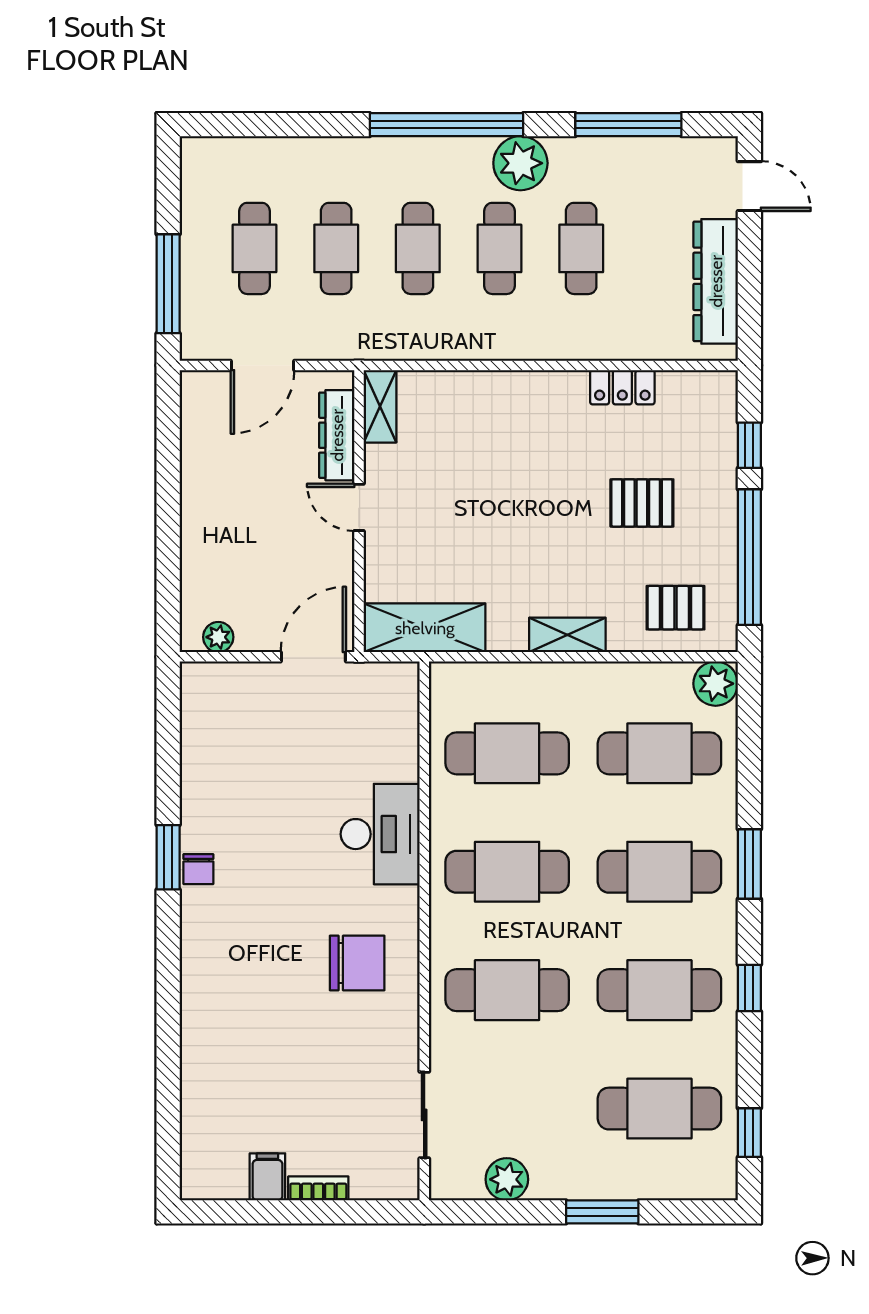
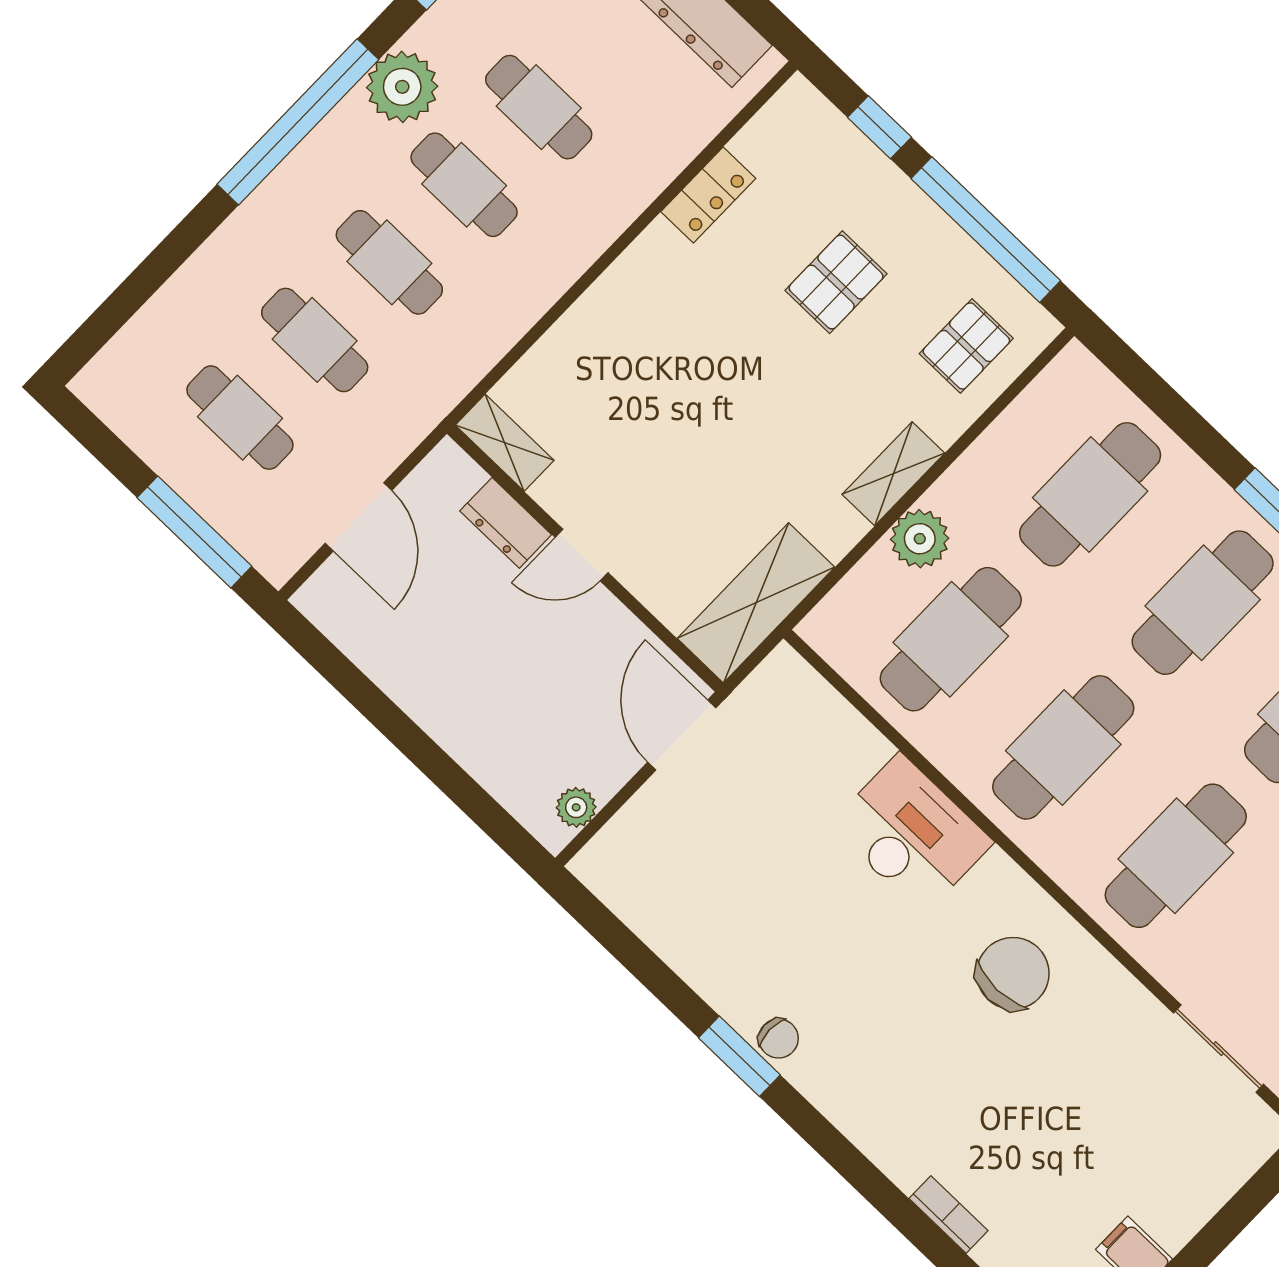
dresser: (337, 435) -> (506, 523), width x0.70
plant: (716, 684) -> (920, 539), moved
bookcase: (318, 1188) -> (949, 1215), moved, turned 90

